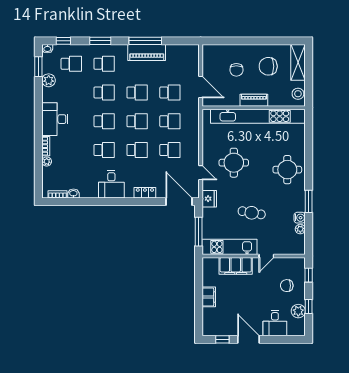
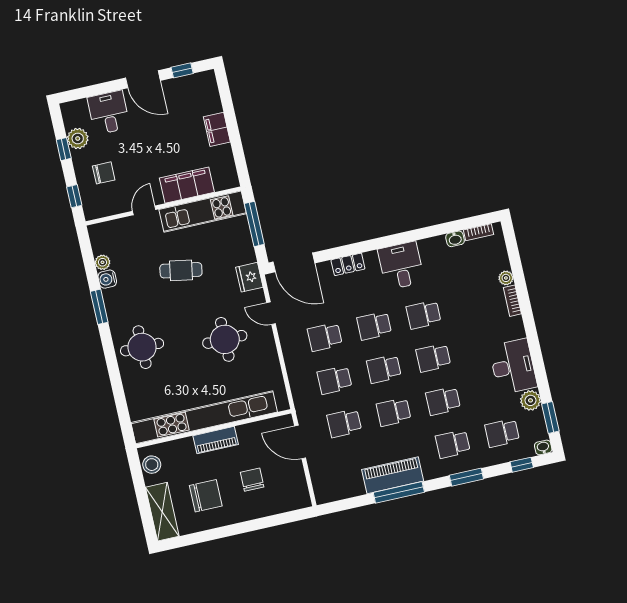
desk: (55, 119) -> (513, 367), moved

